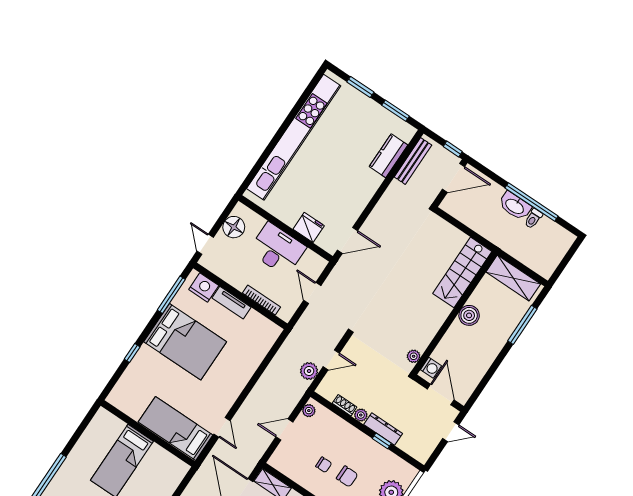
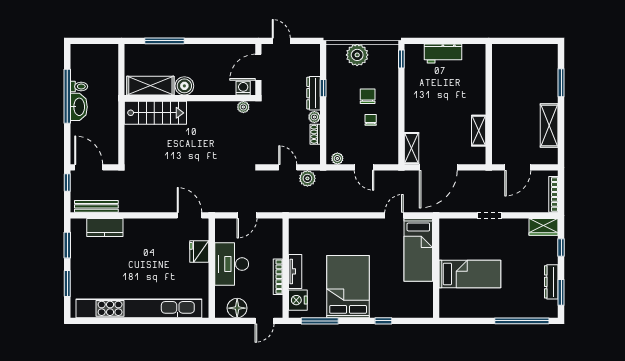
shelving: (513, 278) -> (150, 86), moved, turned 90
bookcase: (262, 300) -> (278, 277), moved

